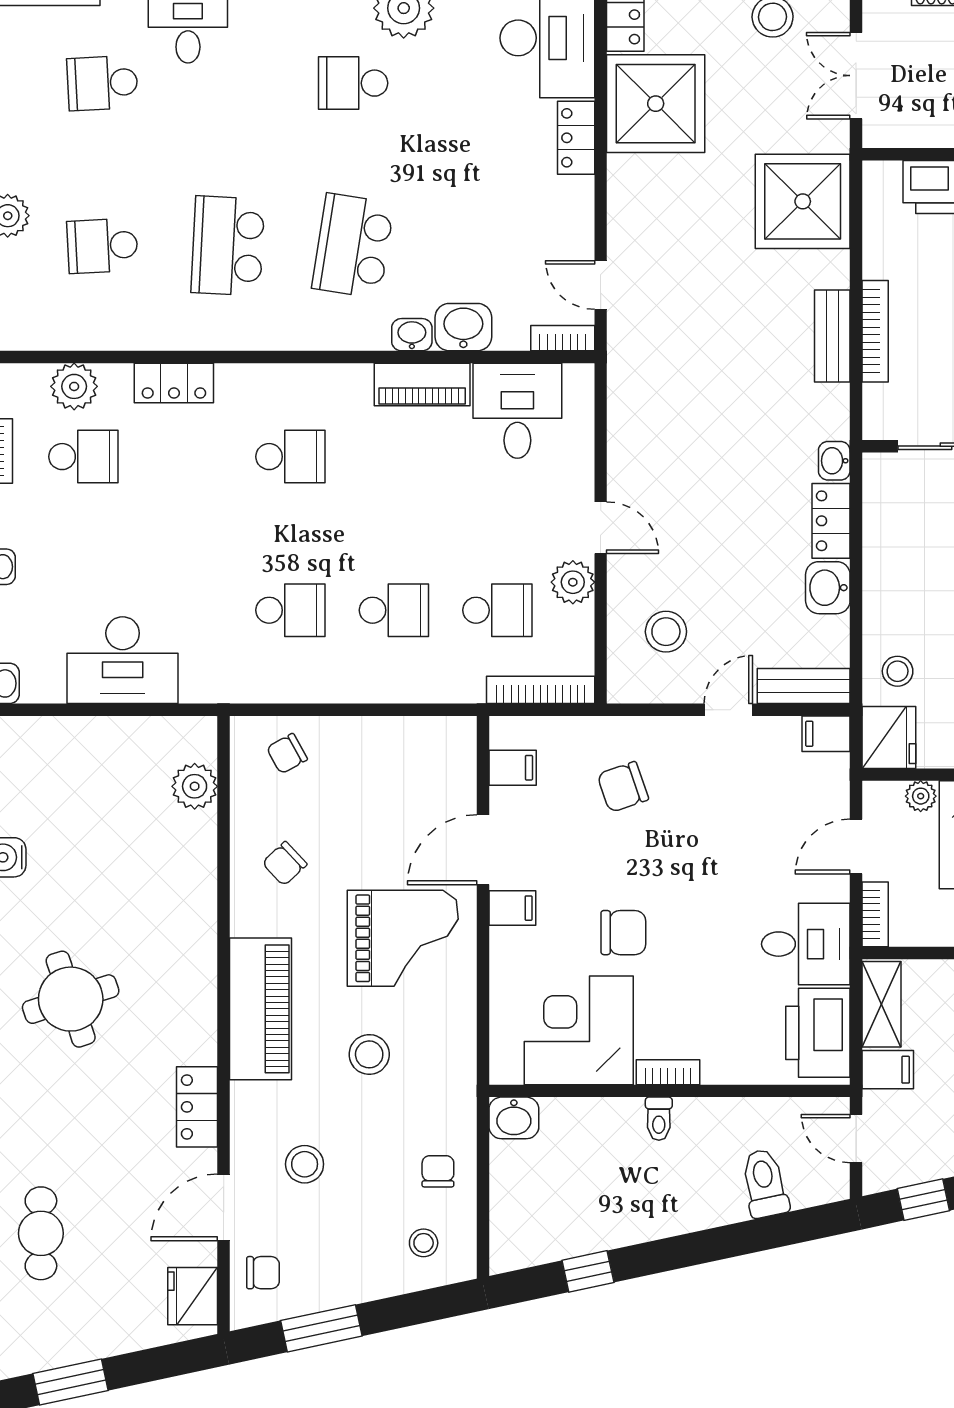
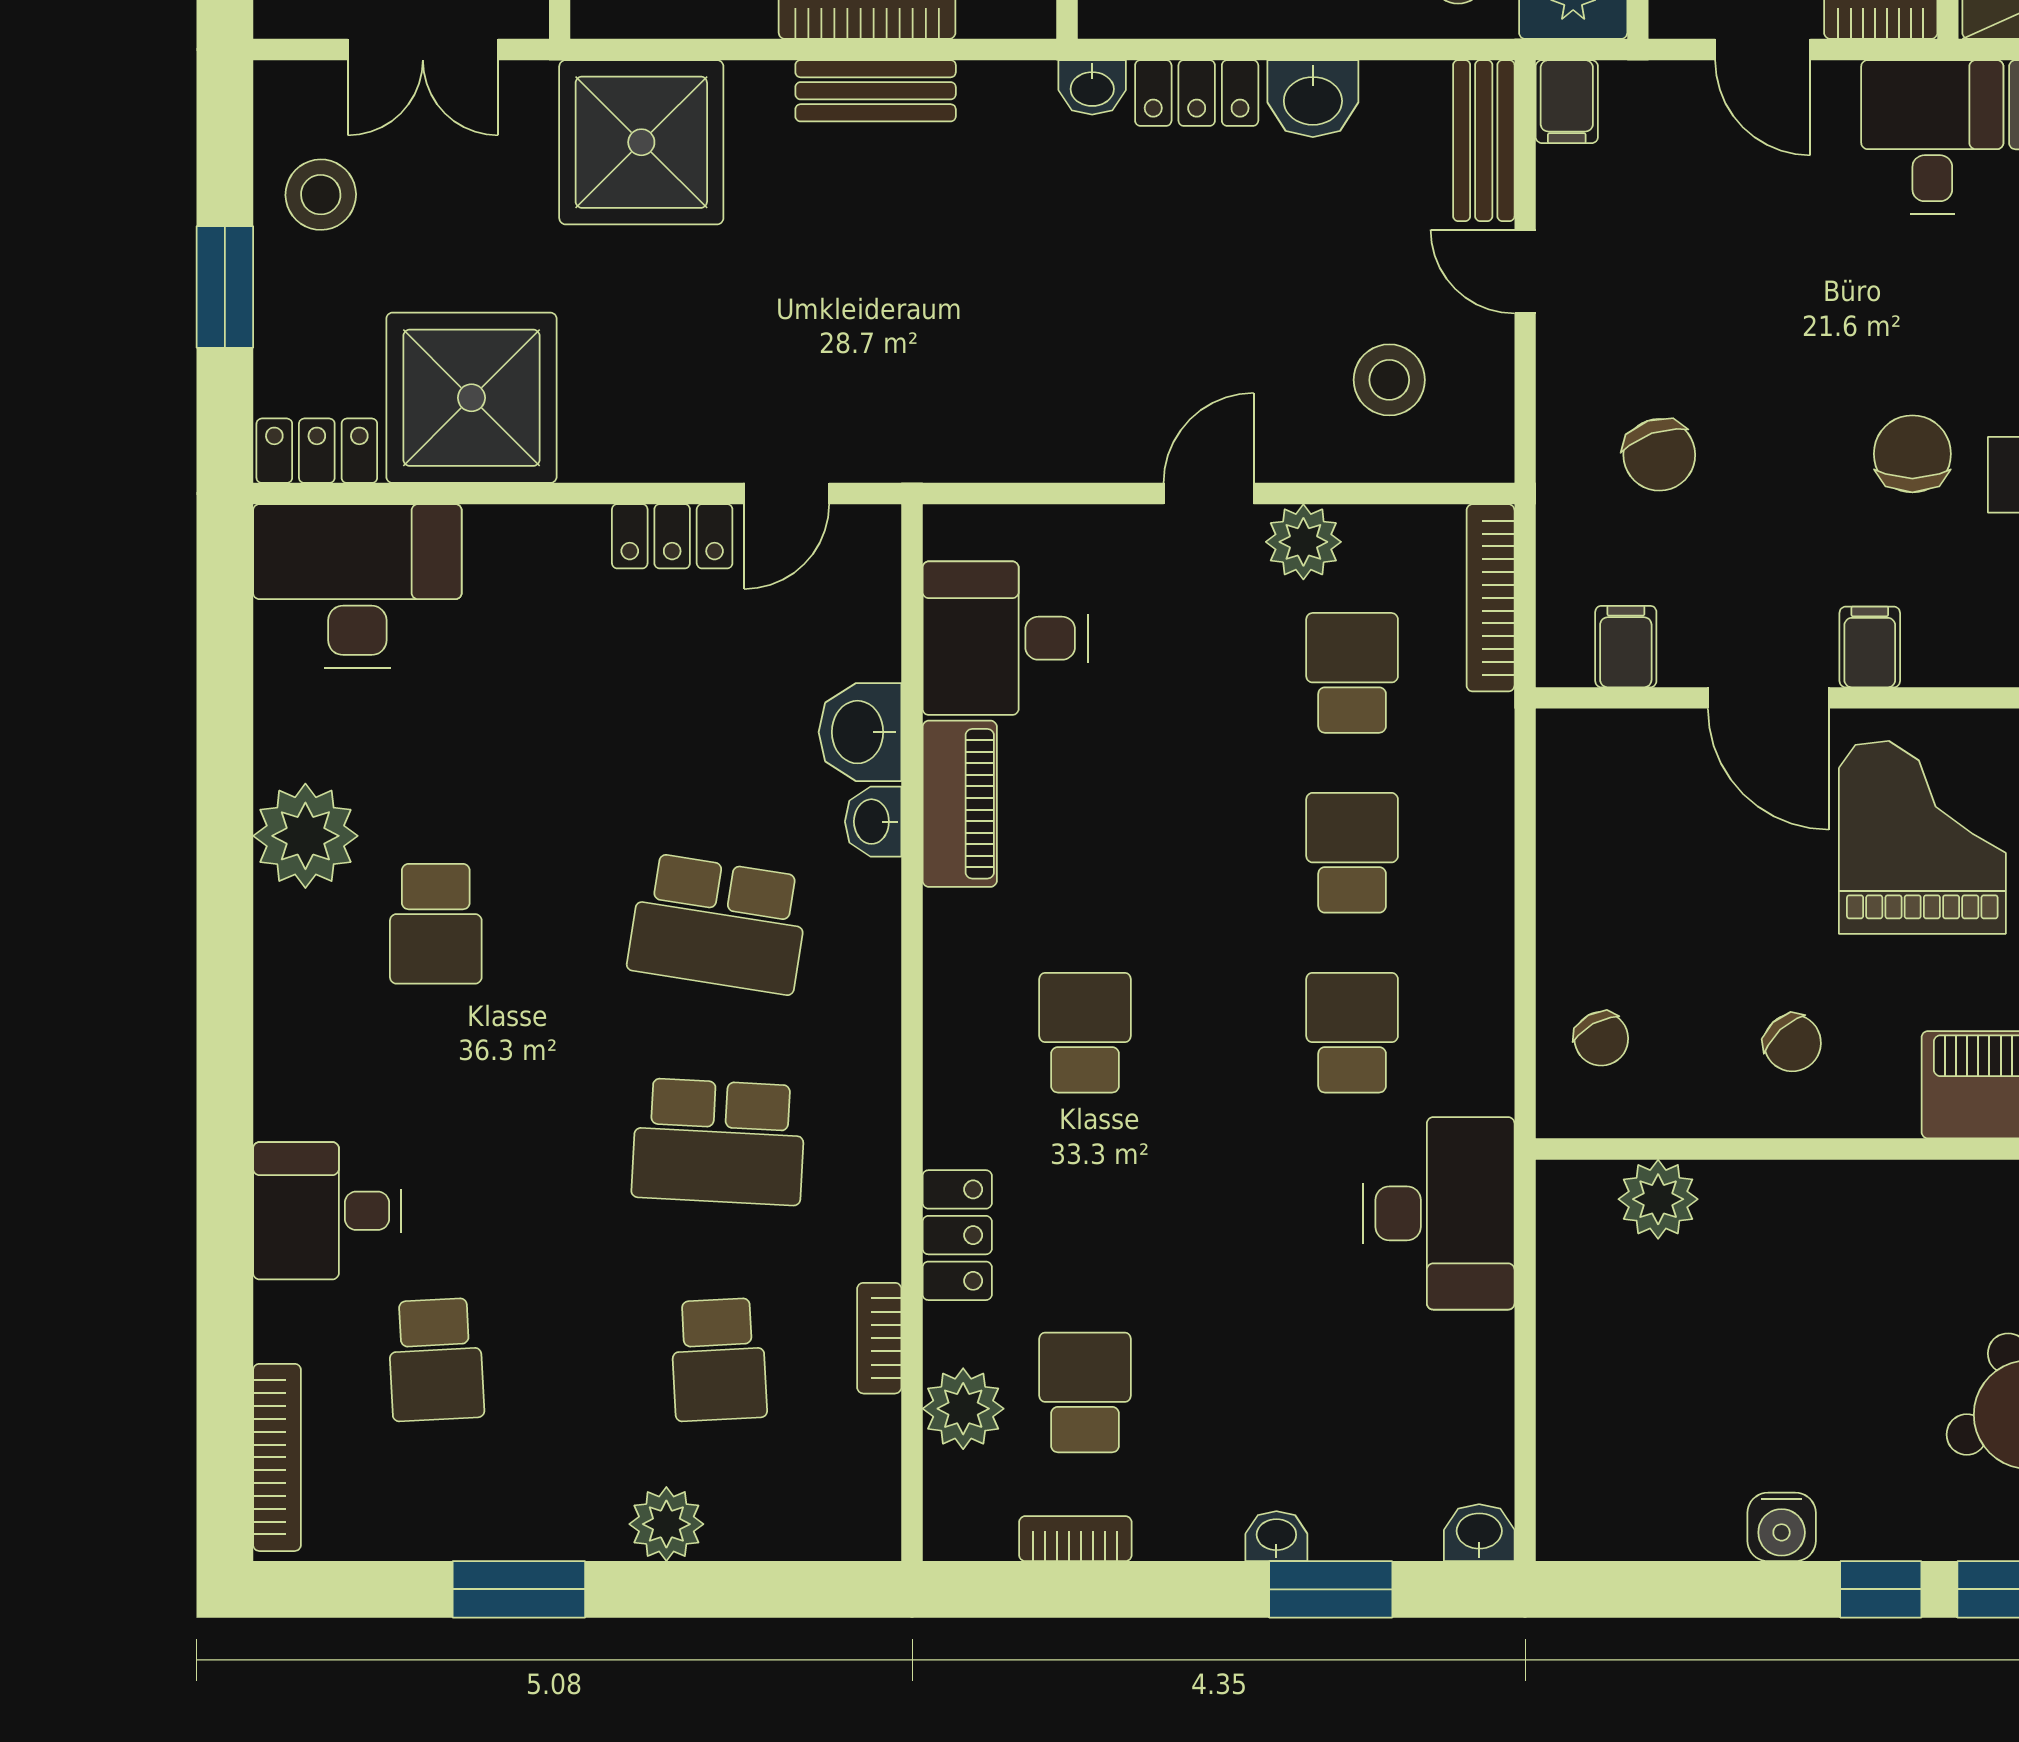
locker: (576, 138) -> (672, 536), moved
bookcase: (563, 338) -> (879, 1338), moved
desk: (123, 660) -> (1439, 1213), moved

